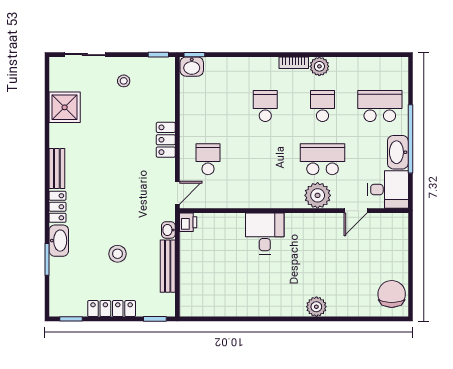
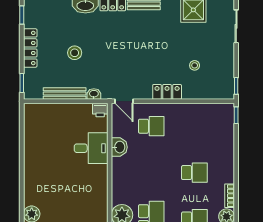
washbasin: (192, 67) -> (119, 147), moved, turned 180
stool: (124, 81) -> (195, 65), moved
desk: (265, 233) -> (91, 148), moved

